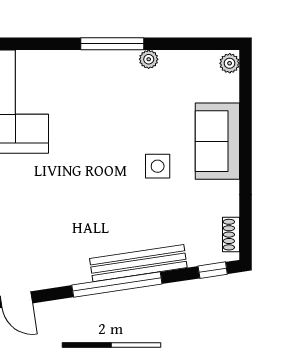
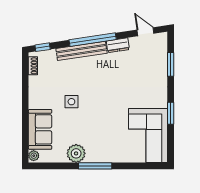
plant: (149, 59) -> (76, 153), width x1.87, depth x1.87
sofa: (217, 141) -> (40, 129), moved
dresser: (69, 274) -> (118, 45), added

